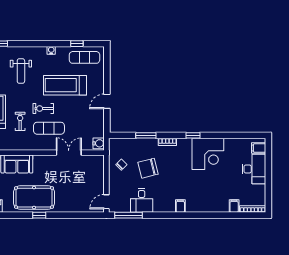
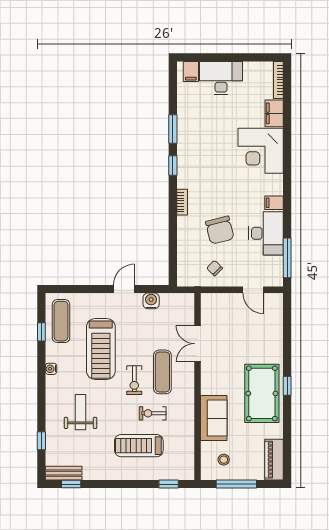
weight bench: (21, 71) -> (80, 412), turned -90
door: (107, 101) -> (124, 289), swing flipped
window: (146, 135) -> (173, 129), moved
water cooler: (99, 143) -> (151, 301), moved
corner desk: (208, 154) -> (261, 151), moved, turned 180
desk: (142, 200) -> (266, 233), width x1.37
door: (106, 202) -> (253, 290), moved
filing cabinet: (180, 206) -> (274, 203), moved
filing cabinet: (234, 206) -> (274, 113), width x2.00

